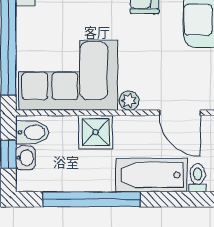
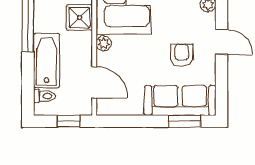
door: (180, 113) -> (94, 82), swing flipped

